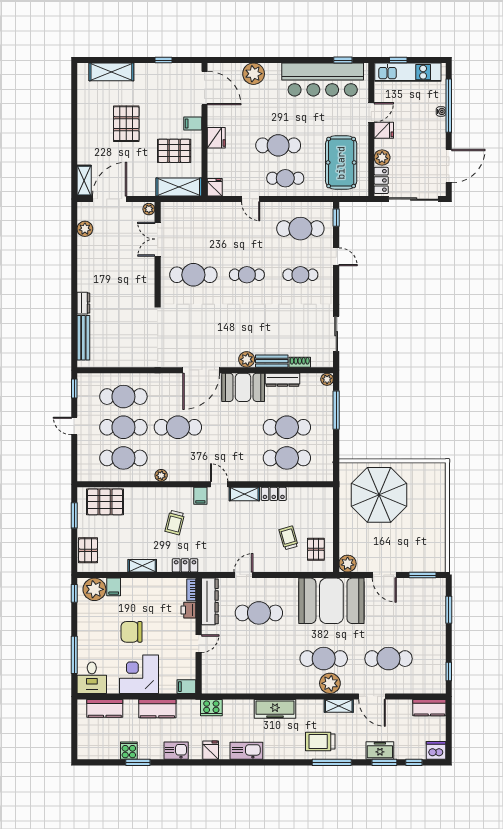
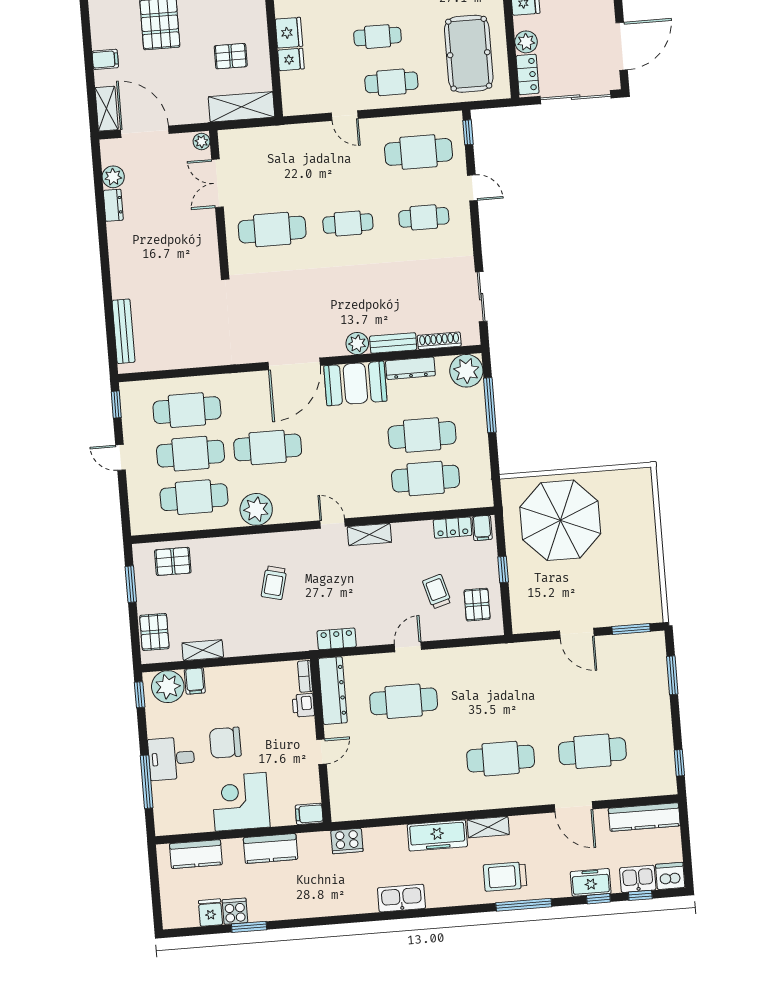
filing cabinet: (193, 124) -> (105, 59), moved, turned 180
cafe table: (278, 145) -> (378, 37), width x0.73, depth x0.74
pallet: (174, 151) -> (231, 56), width x0.67, depth x0.71
fridge: (215, 187) -> (291, 59), moved, turned 90
door: (110, 199) -> (145, 132), hinge flipped
dresser: (83, 303) -> (113, 205), moved
shoe rack: (300, 362) -> (439, 341), width x1.43
plant: (327, 379) -> (466, 371), width x1.88, depth x1.88
plant: (161, 475) -> (256, 509), width x1.88, depth x1.88
locker: (274, 494) -> (453, 528), moved
filing cabinet: (200, 496) -> (482, 528), moved
pallet: (105, 502) -> (173, 561), width x0.67, depth x0.71
window: (336, 526) -> (503, 569), added
plant: (348, 564) -> (524, 621), removed
locker: (185, 565) -> (337, 639), moved
shelving: (142, 566) -> (203, 650), moved
door: (243, 575) -> (408, 647), moved
booth: (331, 601) -> (505, 676), removed
desk: (92, 678) -> (171, 758), moved, turned 90
plant: (330, 683) -> (512, 793), removed
shelving: (339, 706) -> (488, 827), moved
kitchen counter: (429, 708) -> (644, 817), width x1.50
fridge: (211, 750) -> (210, 913), moved
kitchen sink: (176, 751) -> (638, 879), moved
window: (384, 762) -> (598, 899), width x0.67

